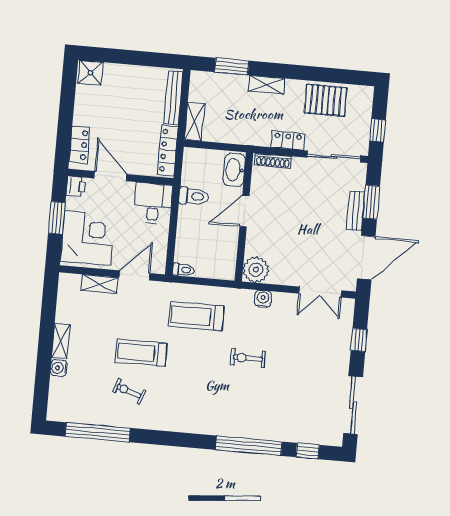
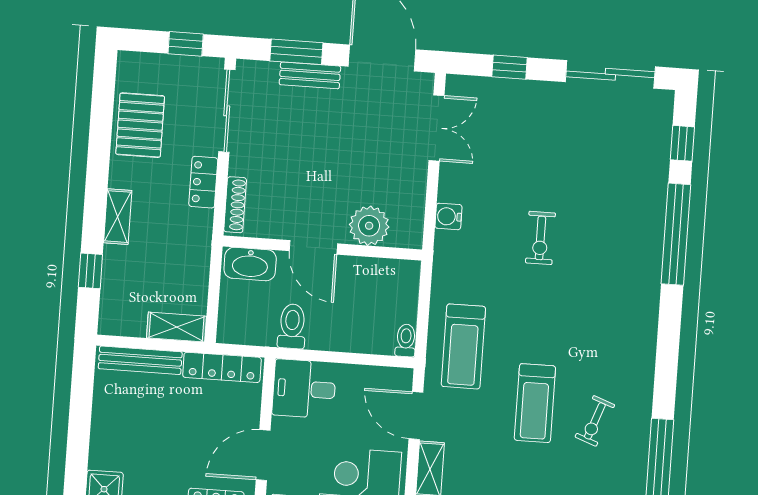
window: (232, 66) -> (90, 271), width x0.67
plant: (256, 270) -> (369, 226), moved
treadmill: (196, 316) -> (463, 346), moved

